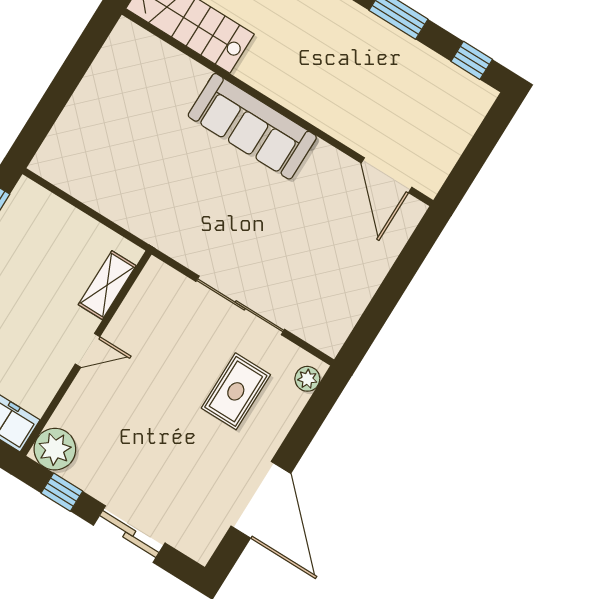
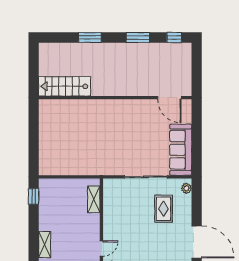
sofa: (252, 126) -> (181, 150), moved, turned 90
door: (88, 350) -> (101, 249), moved

